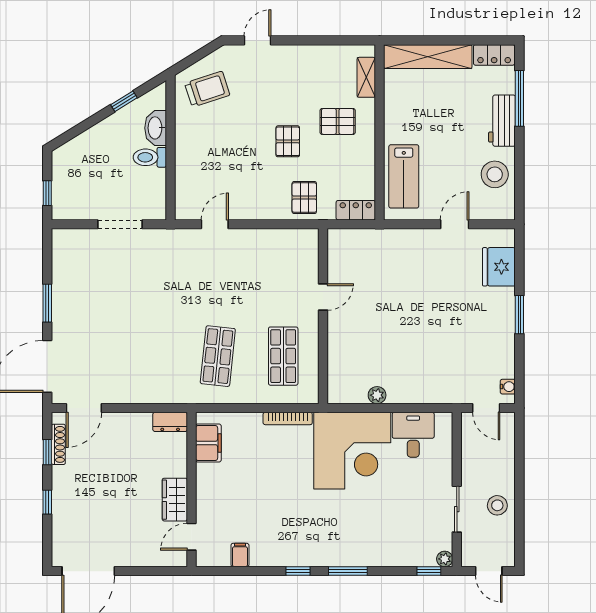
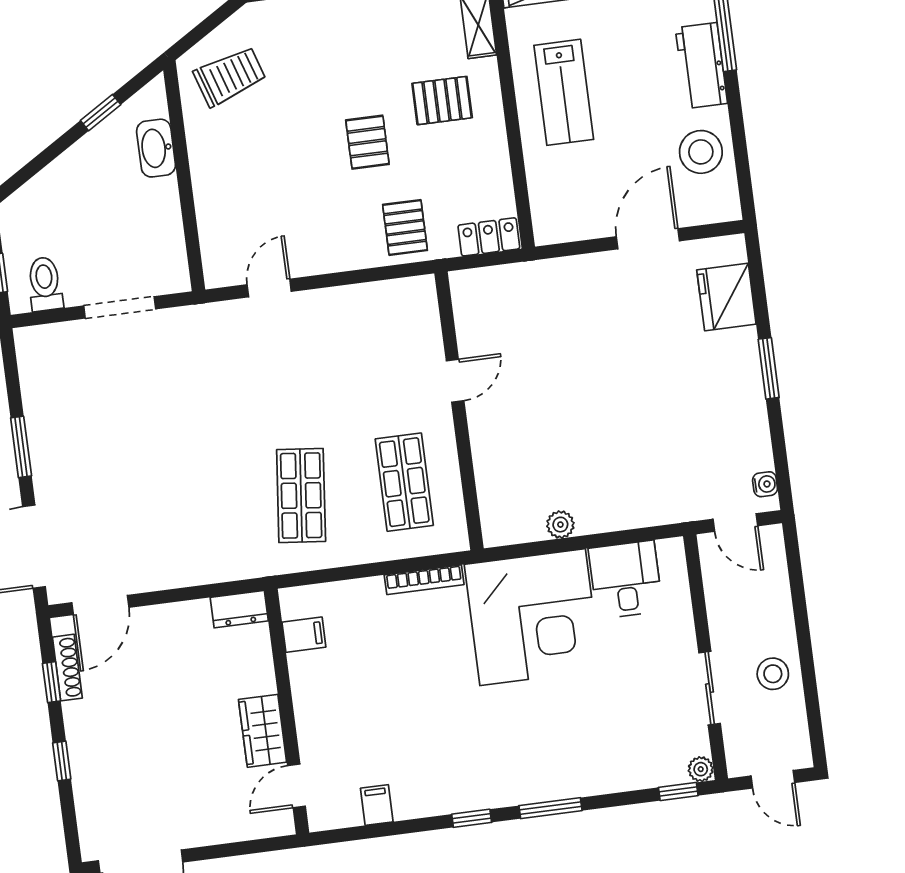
toilet: (150, 157) -> (45, 284), moved, turned 90
lab bench: (404, 176) -> (564, 92), moved
door: (455, 224) -> (648, 239), width x1.38
filing cabinet: (208, 443) -> (304, 635), width x0.50

